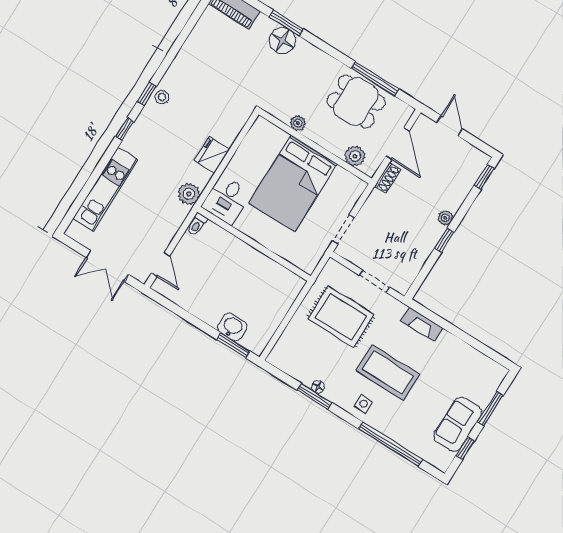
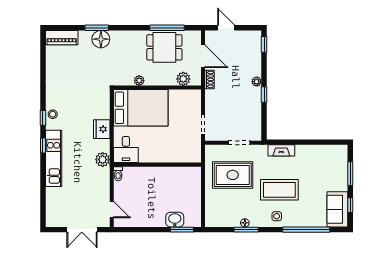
bed: (293, 184) -> (141, 108), moved, turned -90
kitchen unit: (105, 189) -> (54, 158), moved
sofa: (458, 424) -> (337, 209), moved

